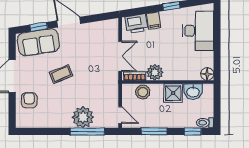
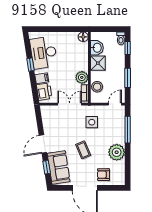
desk: (198, 31) -> (44, 53), moved, turned -99
side table: (97, 85) -> (92, 122), added
plant: (83, 117) -> (117, 152), moved

